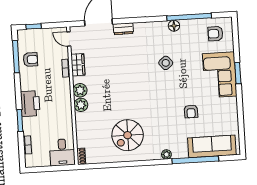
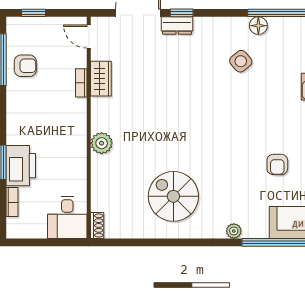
window: (126, 21) -> (182, 13), added
side table: (166, 63) -> (241, 61), moved
plant: (80, 90) -> (102, 120), removed
printer: (30, 104) -> (21, 166), moved
spiral stairs: (128, 135) -> (173, 196), turned 90

